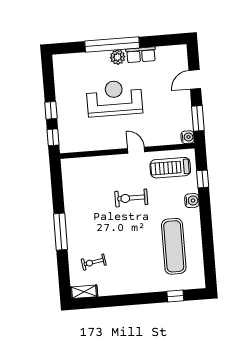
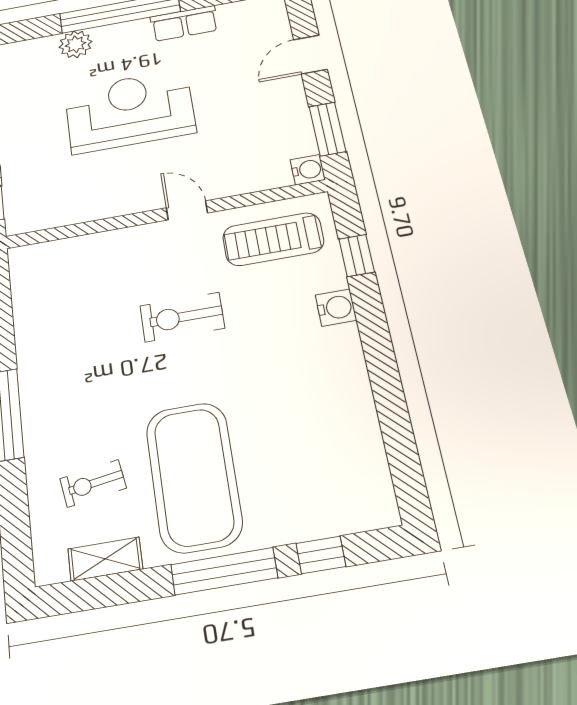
plant: (118, 57) -> (76, 44), moved
exercise mat: (174, 246) -> (194, 477), moved, width x1.47
shelving: (84, 292) -> (105, 559), moved
window: (140, 299) -> (224, 571), added

